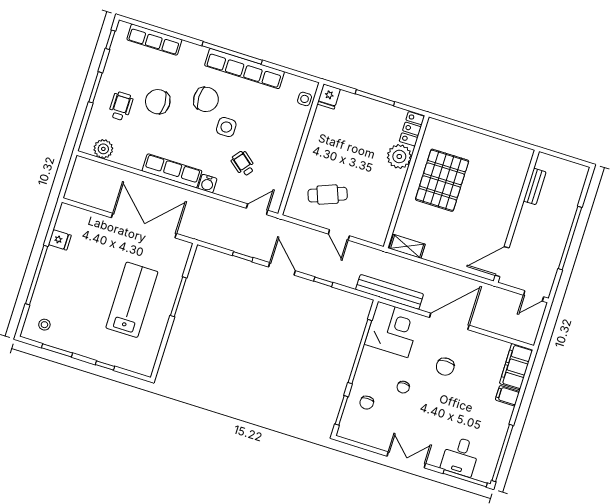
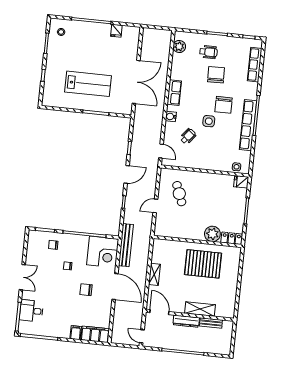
row of seats: (172, 171) -> (174, 93), width x0.68
shelving: (510, 199) -> (200, 309), added
dresser: (524, 224) -> (186, 321), added
shelving: (407, 246) -> (154, 274), moved

